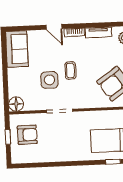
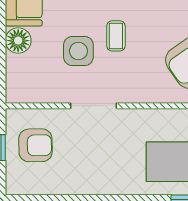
floor lamp: (16, 104) -> (18, 41), moved

